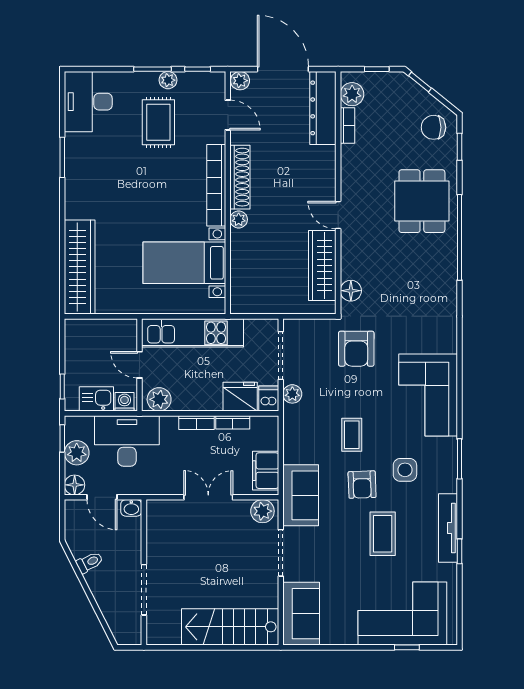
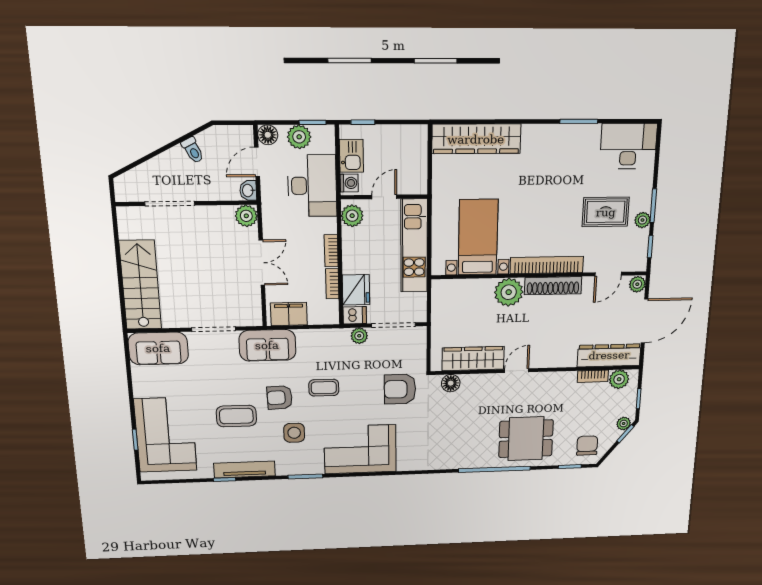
plant: (407, 85) -> (624, 424), added
plant: (239, 219) -> (509, 292), width x1.87, depth x1.87
plant: (262, 511) -> (246, 216), moved

